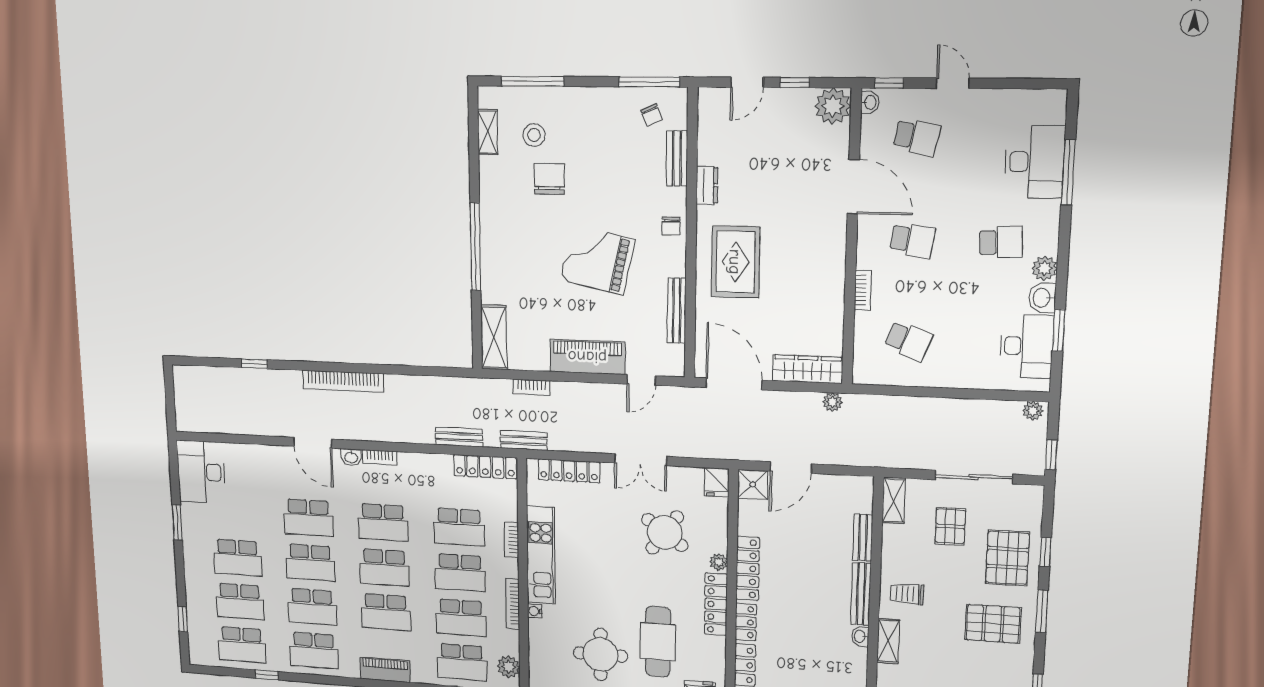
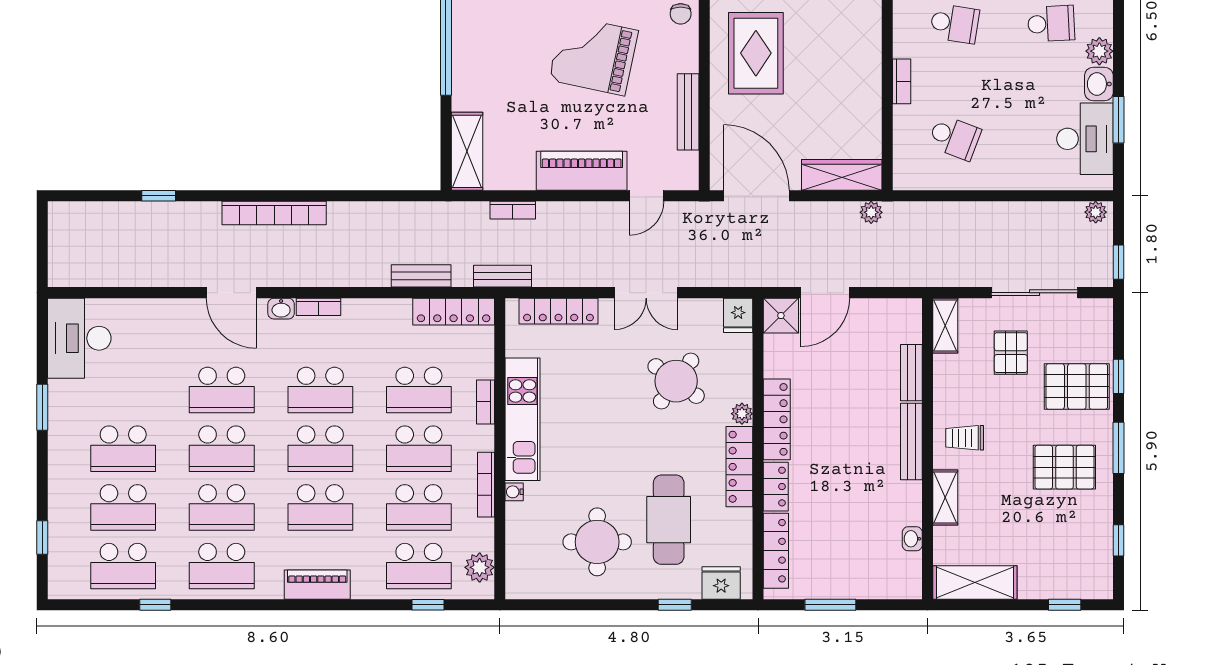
pallet: (1007, 558) -> (1077, 386), turned 90
washbasin: (860, 636) -> (912, 539), moved

